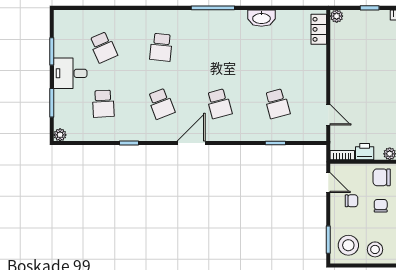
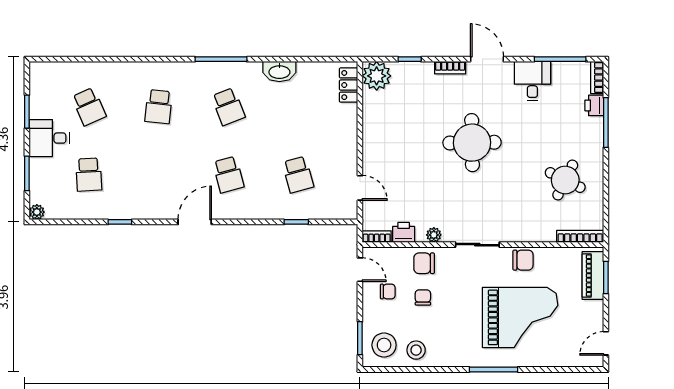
plant: (337, 16) -> (377, 76), width x1.87, depth x1.87
school desk: (161, 104) -> (228, 107), moved

